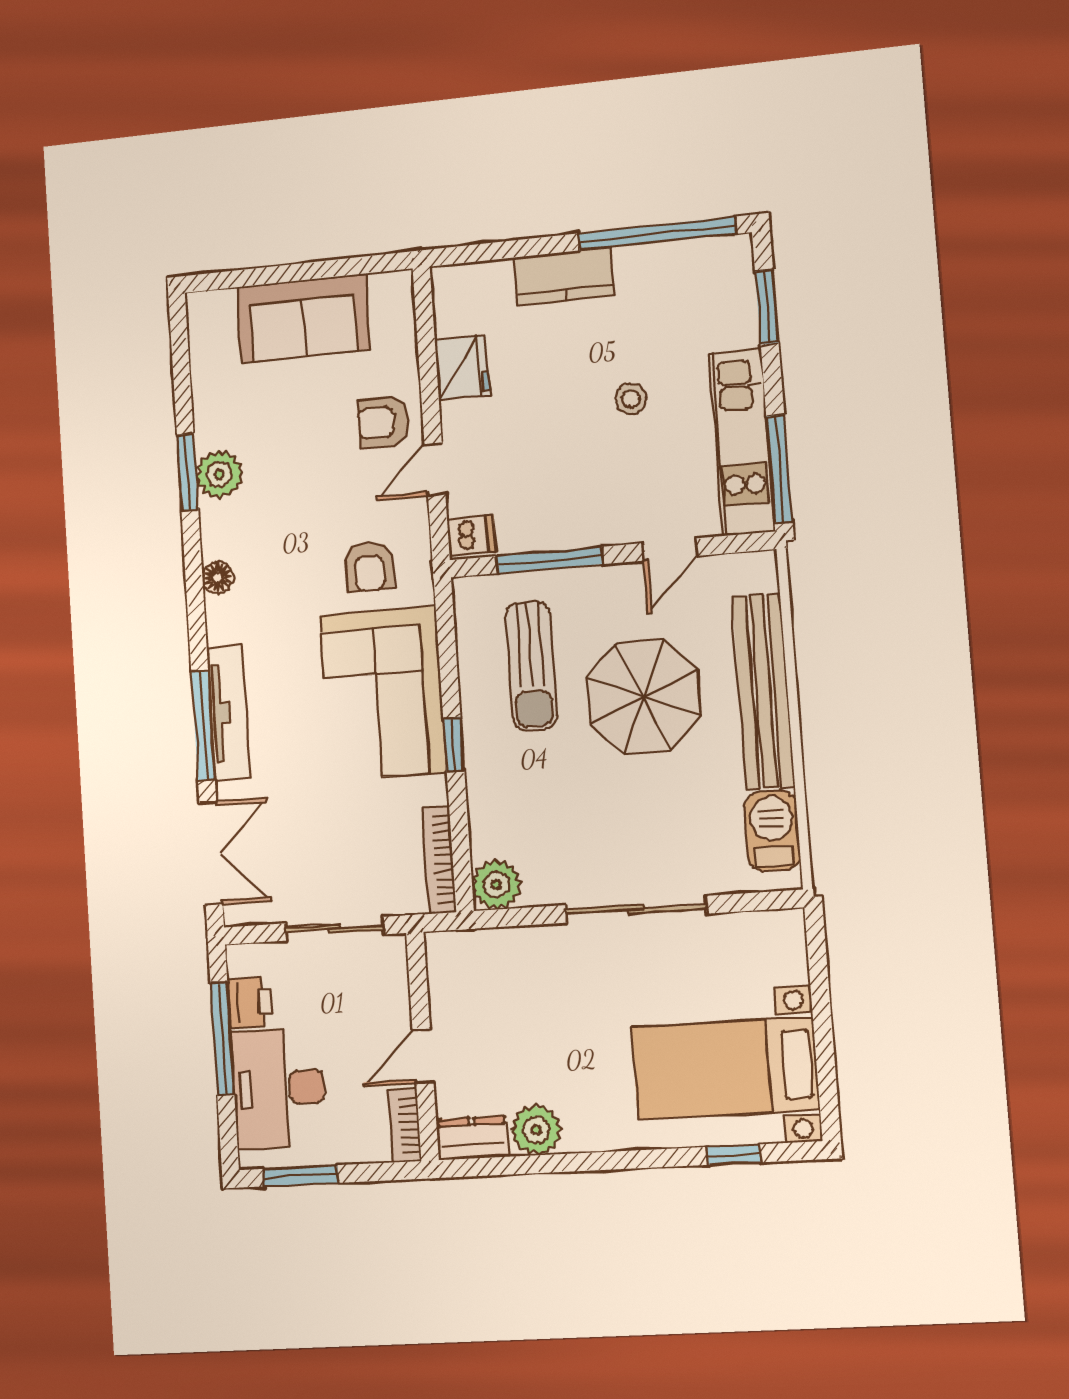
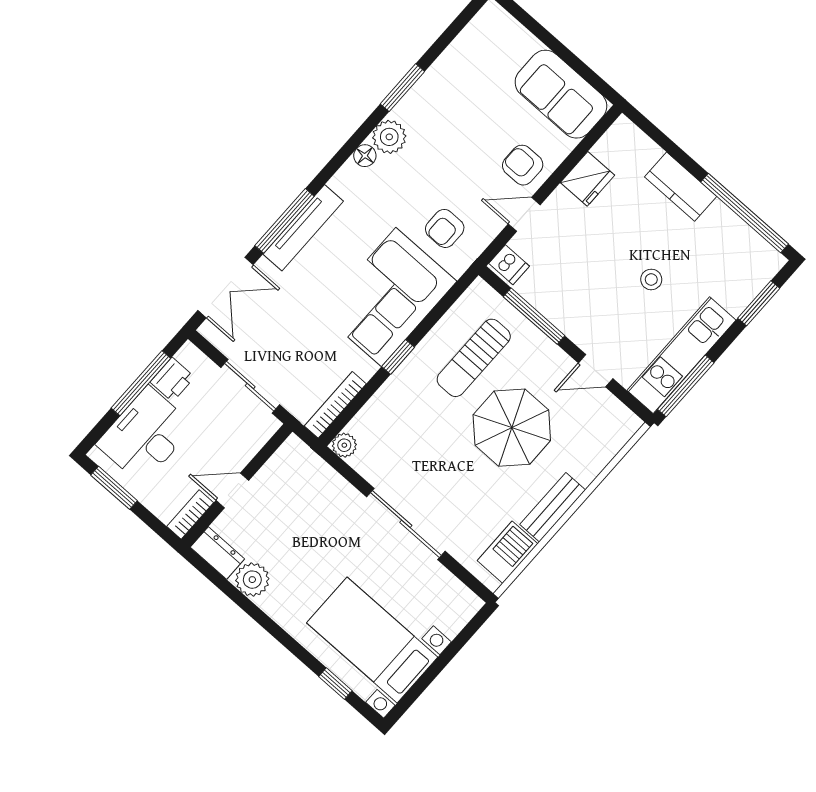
sofa: (303, 318) -> (561, 94), moved
plant: (219, 474) -> (389, 137), moved
bench: (763, 691) -> (553, 507), width x0.54, depth x0.82
plant: (496, 885) -> (344, 445), width x0.73, depth x0.73

